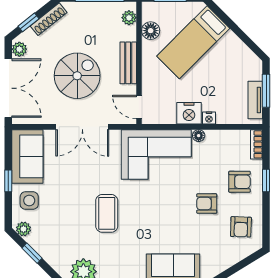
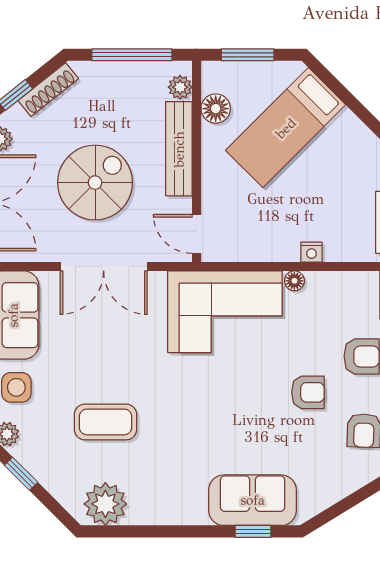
bench: (128, 63) -> (179, 149), width x1.36
nightstand: (189, 113) -> (279, 244), removed
armchair: (207, 204) -> (308, 392), turned 180
coffee table: (107, 213) -> (105, 422), moved, turned 90

